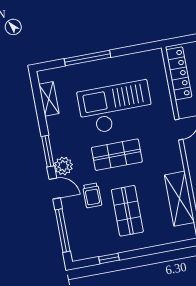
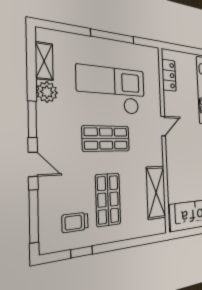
window: (88, 58) -> (113, 36), moved
locker: (179, 73) -> (169, 75), width x0.66
plant: (63, 166) -> (47, 92), moved
trolley: (92, 195) -> (75, 222), moved, turned 90

